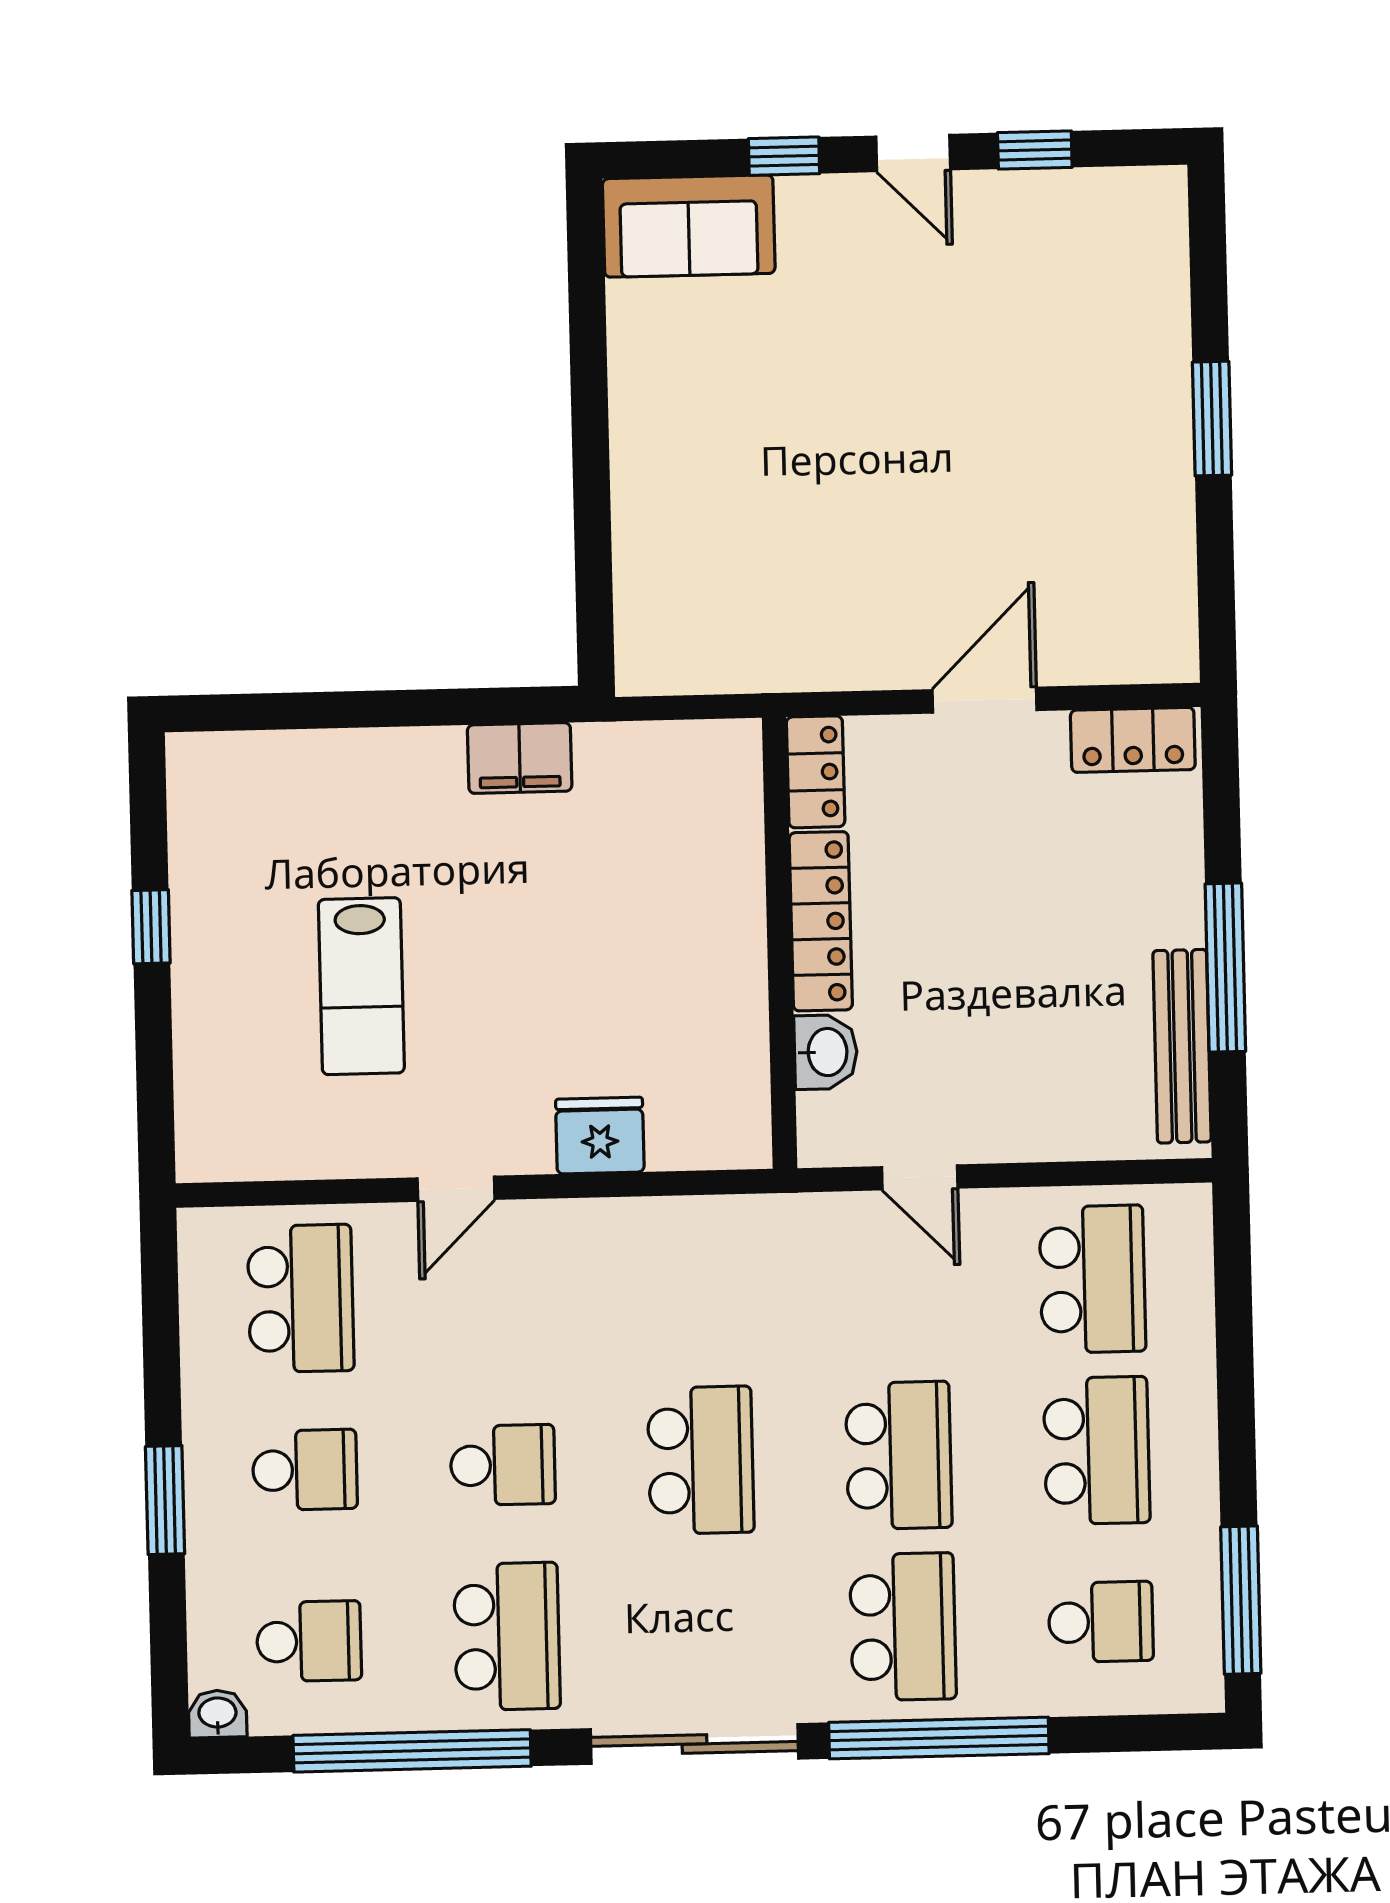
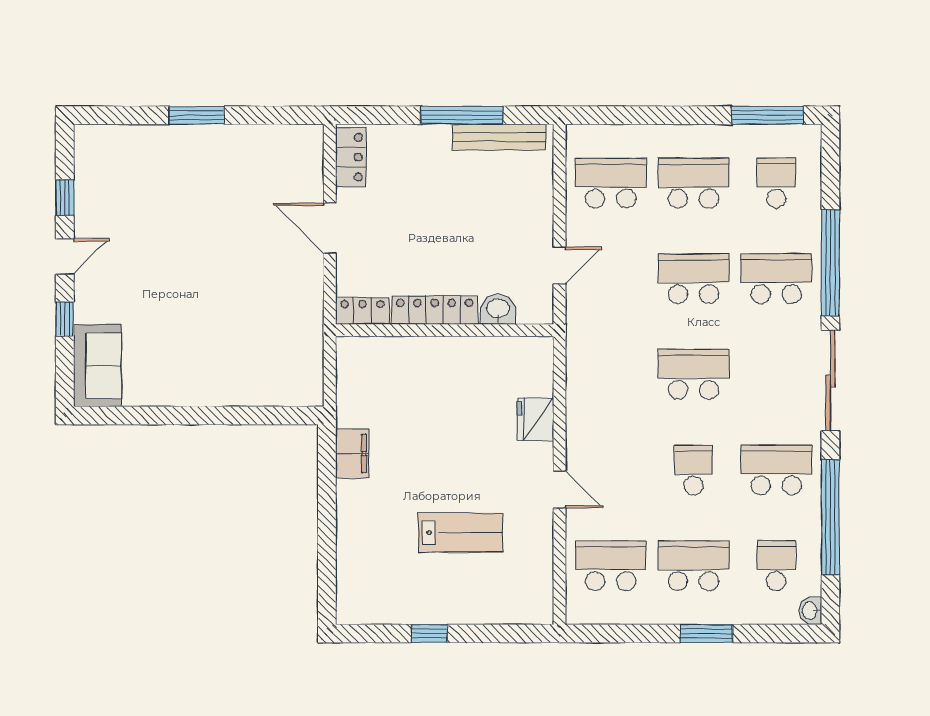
school desk: (305, 1470) -> (693, 566), width x1.85

